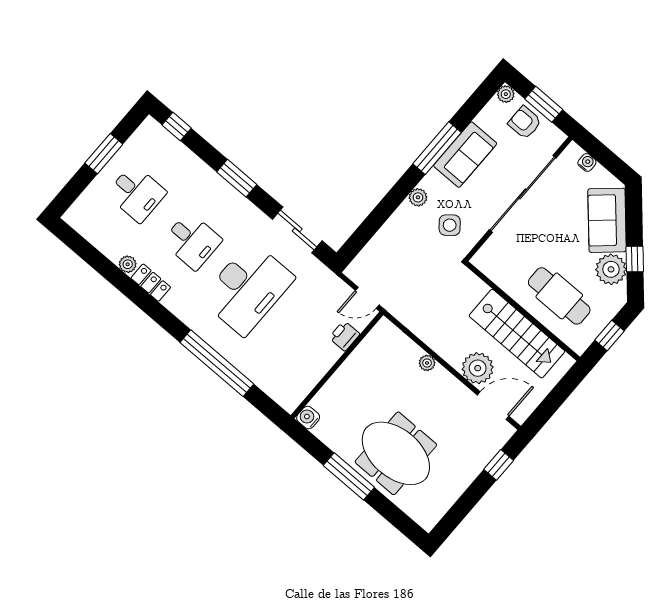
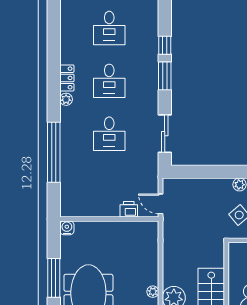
window: (177, 126) -> (165, 45), moved
plant: (128, 264) -> (66, 99), moved
desk: (247, 288) -> (109, 134), width x0.53, depth x0.77
plant: (427, 363) -> (153, 292), moved

